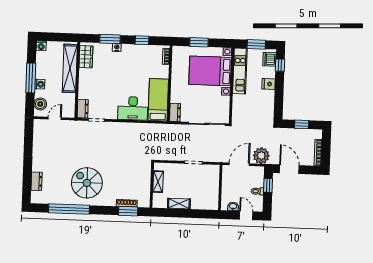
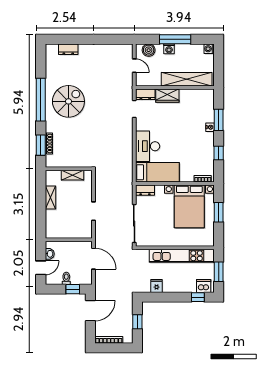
wardrobe: (86, 57) -> (167, 96), moved
bed with nightstands: (210, 71) -> (189, 206), moved, turned 180
kitchen unit: (240, 71) -> (182, 256), width x1.36
fridge: (269, 84) -> (157, 286), moved
plant: (261, 156) -> (103, 281), removed
window: (69, 209) -> (41, 100), moved

